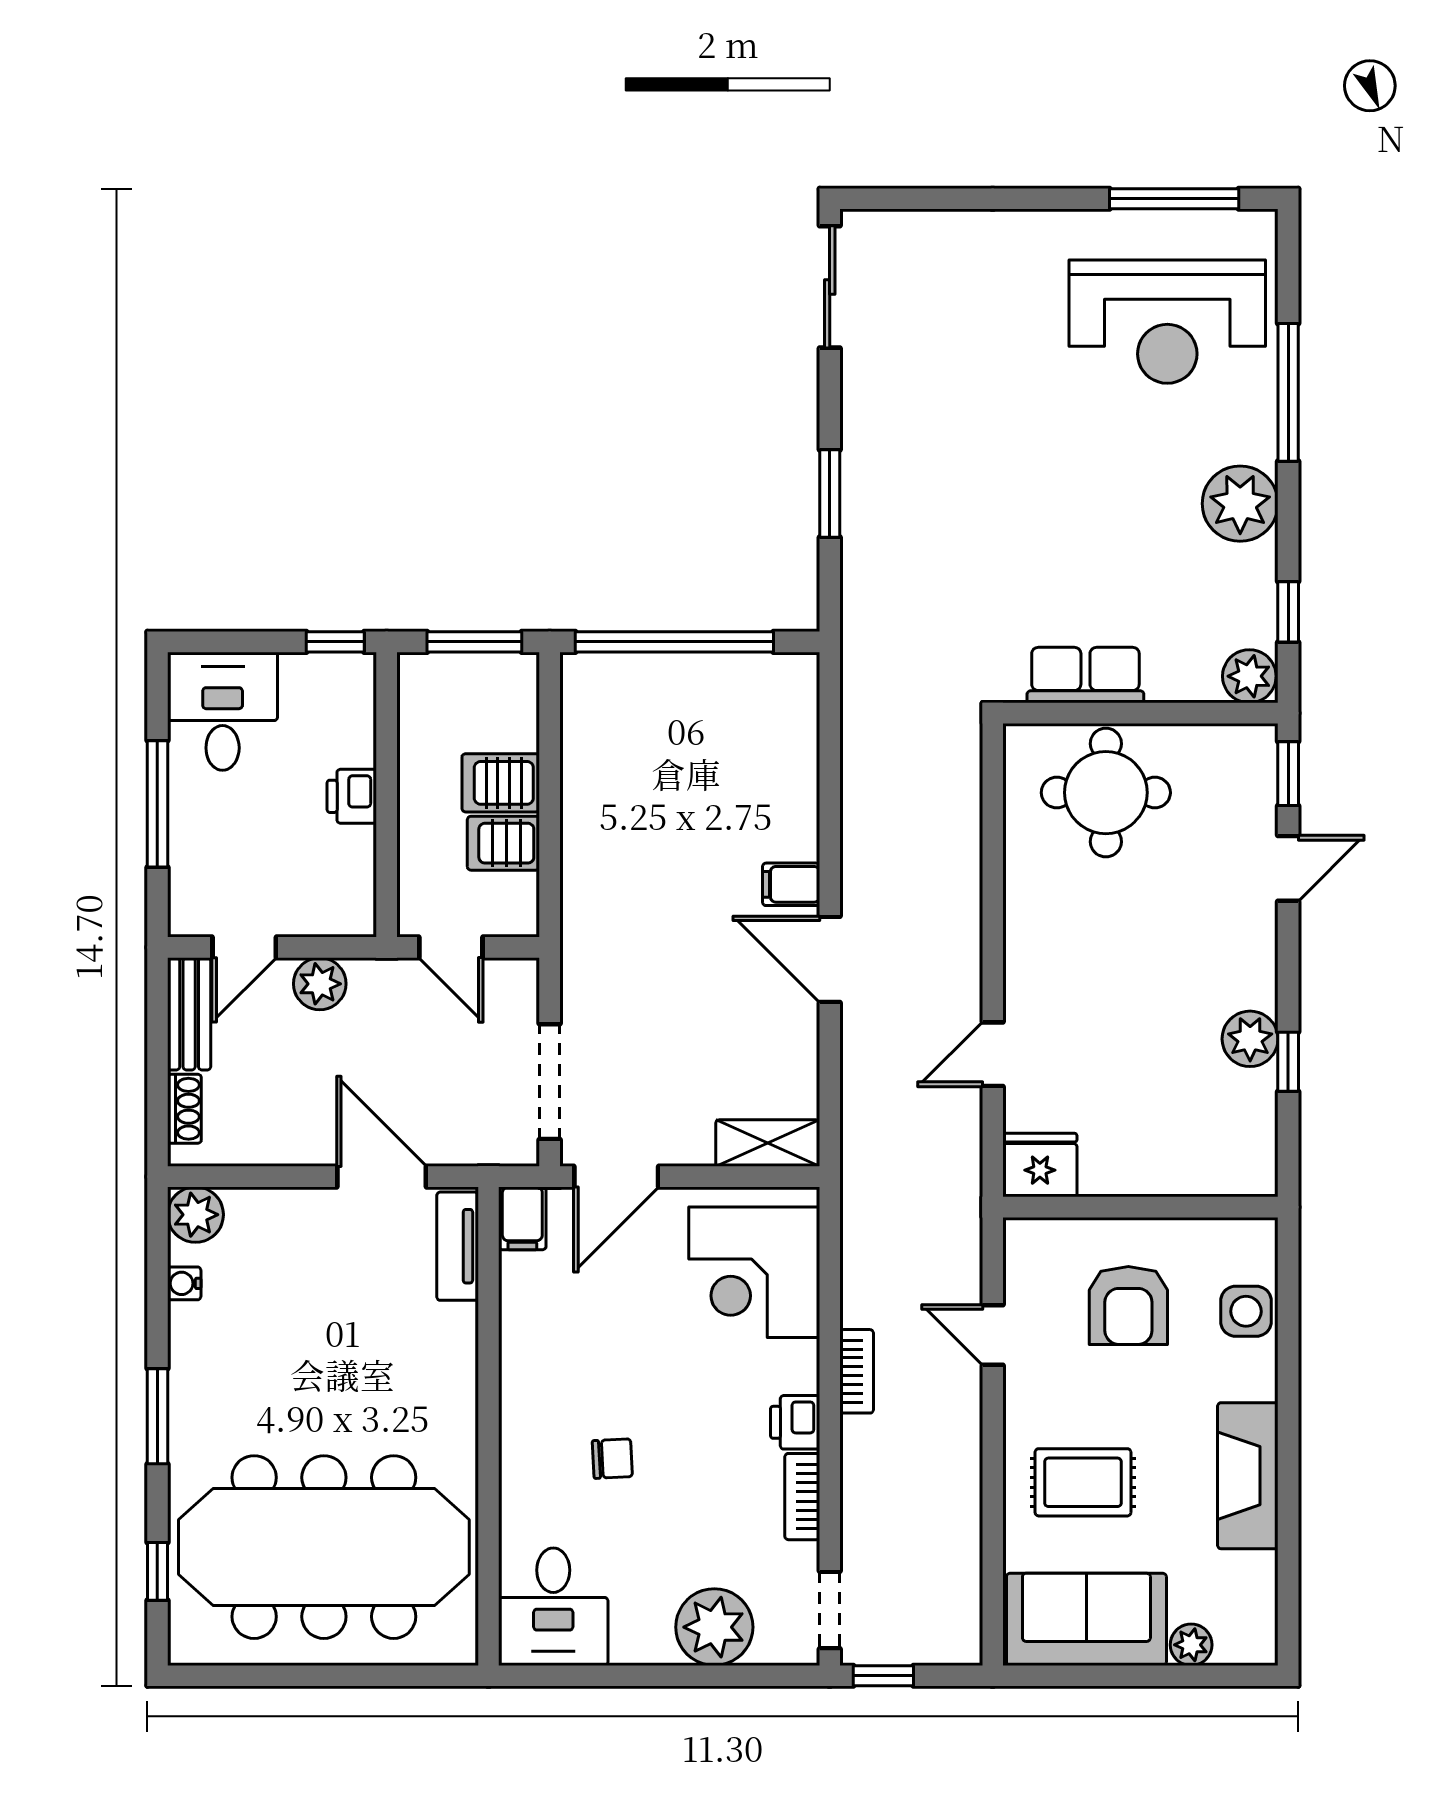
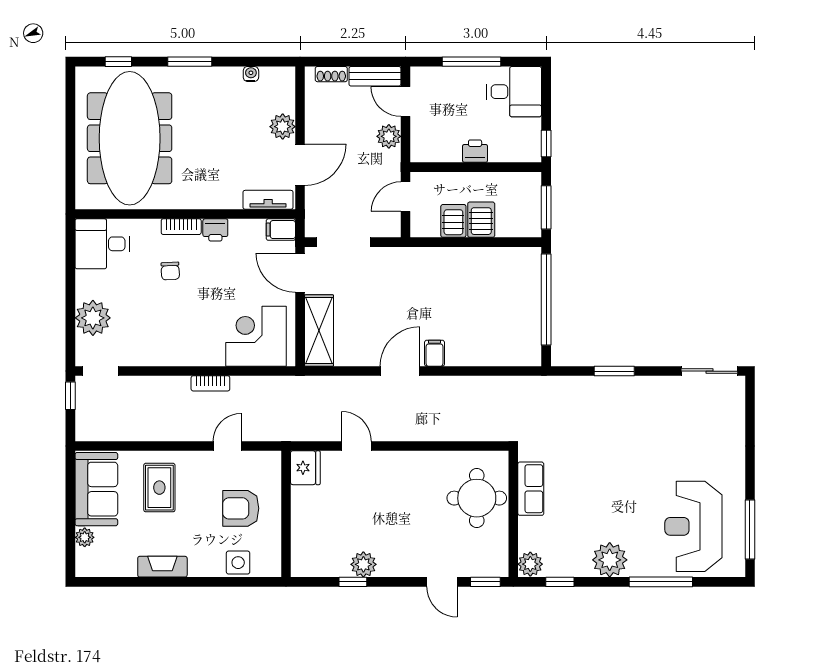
shelving: (768, 1143) -> (319, 331), width x1.50, depth x1.33
plant: (195, 1215) -> (283, 127), moved
printer: (795, 1422) -> (215, 230), moved, turned 180
fireplace: (1248, 1476) -> (162, 567), width x0.73, depth x0.76
bookcase: (802, 1497) -> (181, 227), moved, turned 180

